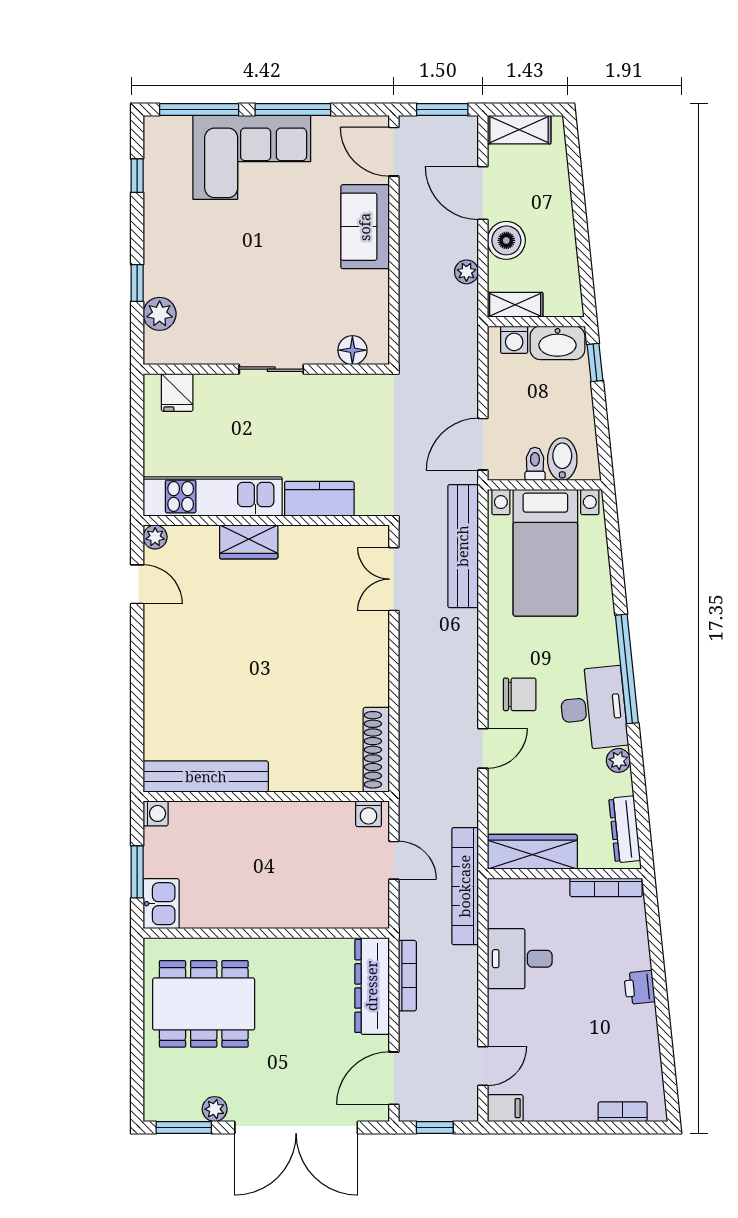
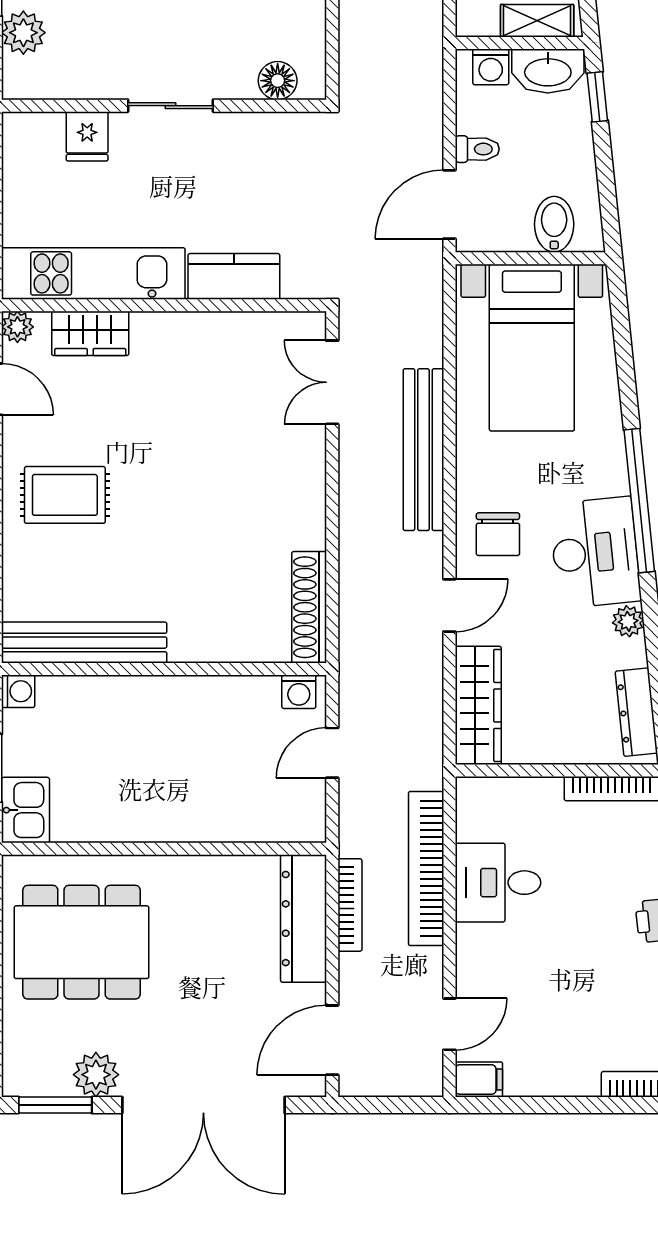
shelving: (515, 305) -> (537, 21), moved
fridge: (177, 392) -> (87, 136), moved
toilet: (535, 464) -> (477, 149), moved, turned 90
wardrobe: (249, 542) -> (90, 333), moved
bench: (463, 546) -> (423, 450), moved
rug: (191, 665) -> (65, 495), added
chair: (520, 694) -> (498, 534), turned 90
wardrobe: (532, 852) -> (478, 705), moved, turned 90
door: (394, 860) -> (332, 753), swing flipped
bookcase: (465, 886) -> (426, 868), moved
plant: (215, 1109) -> (96, 1075), width x1.38, depth x1.38
window: (435, 1127) -> (386, 1105), removed

